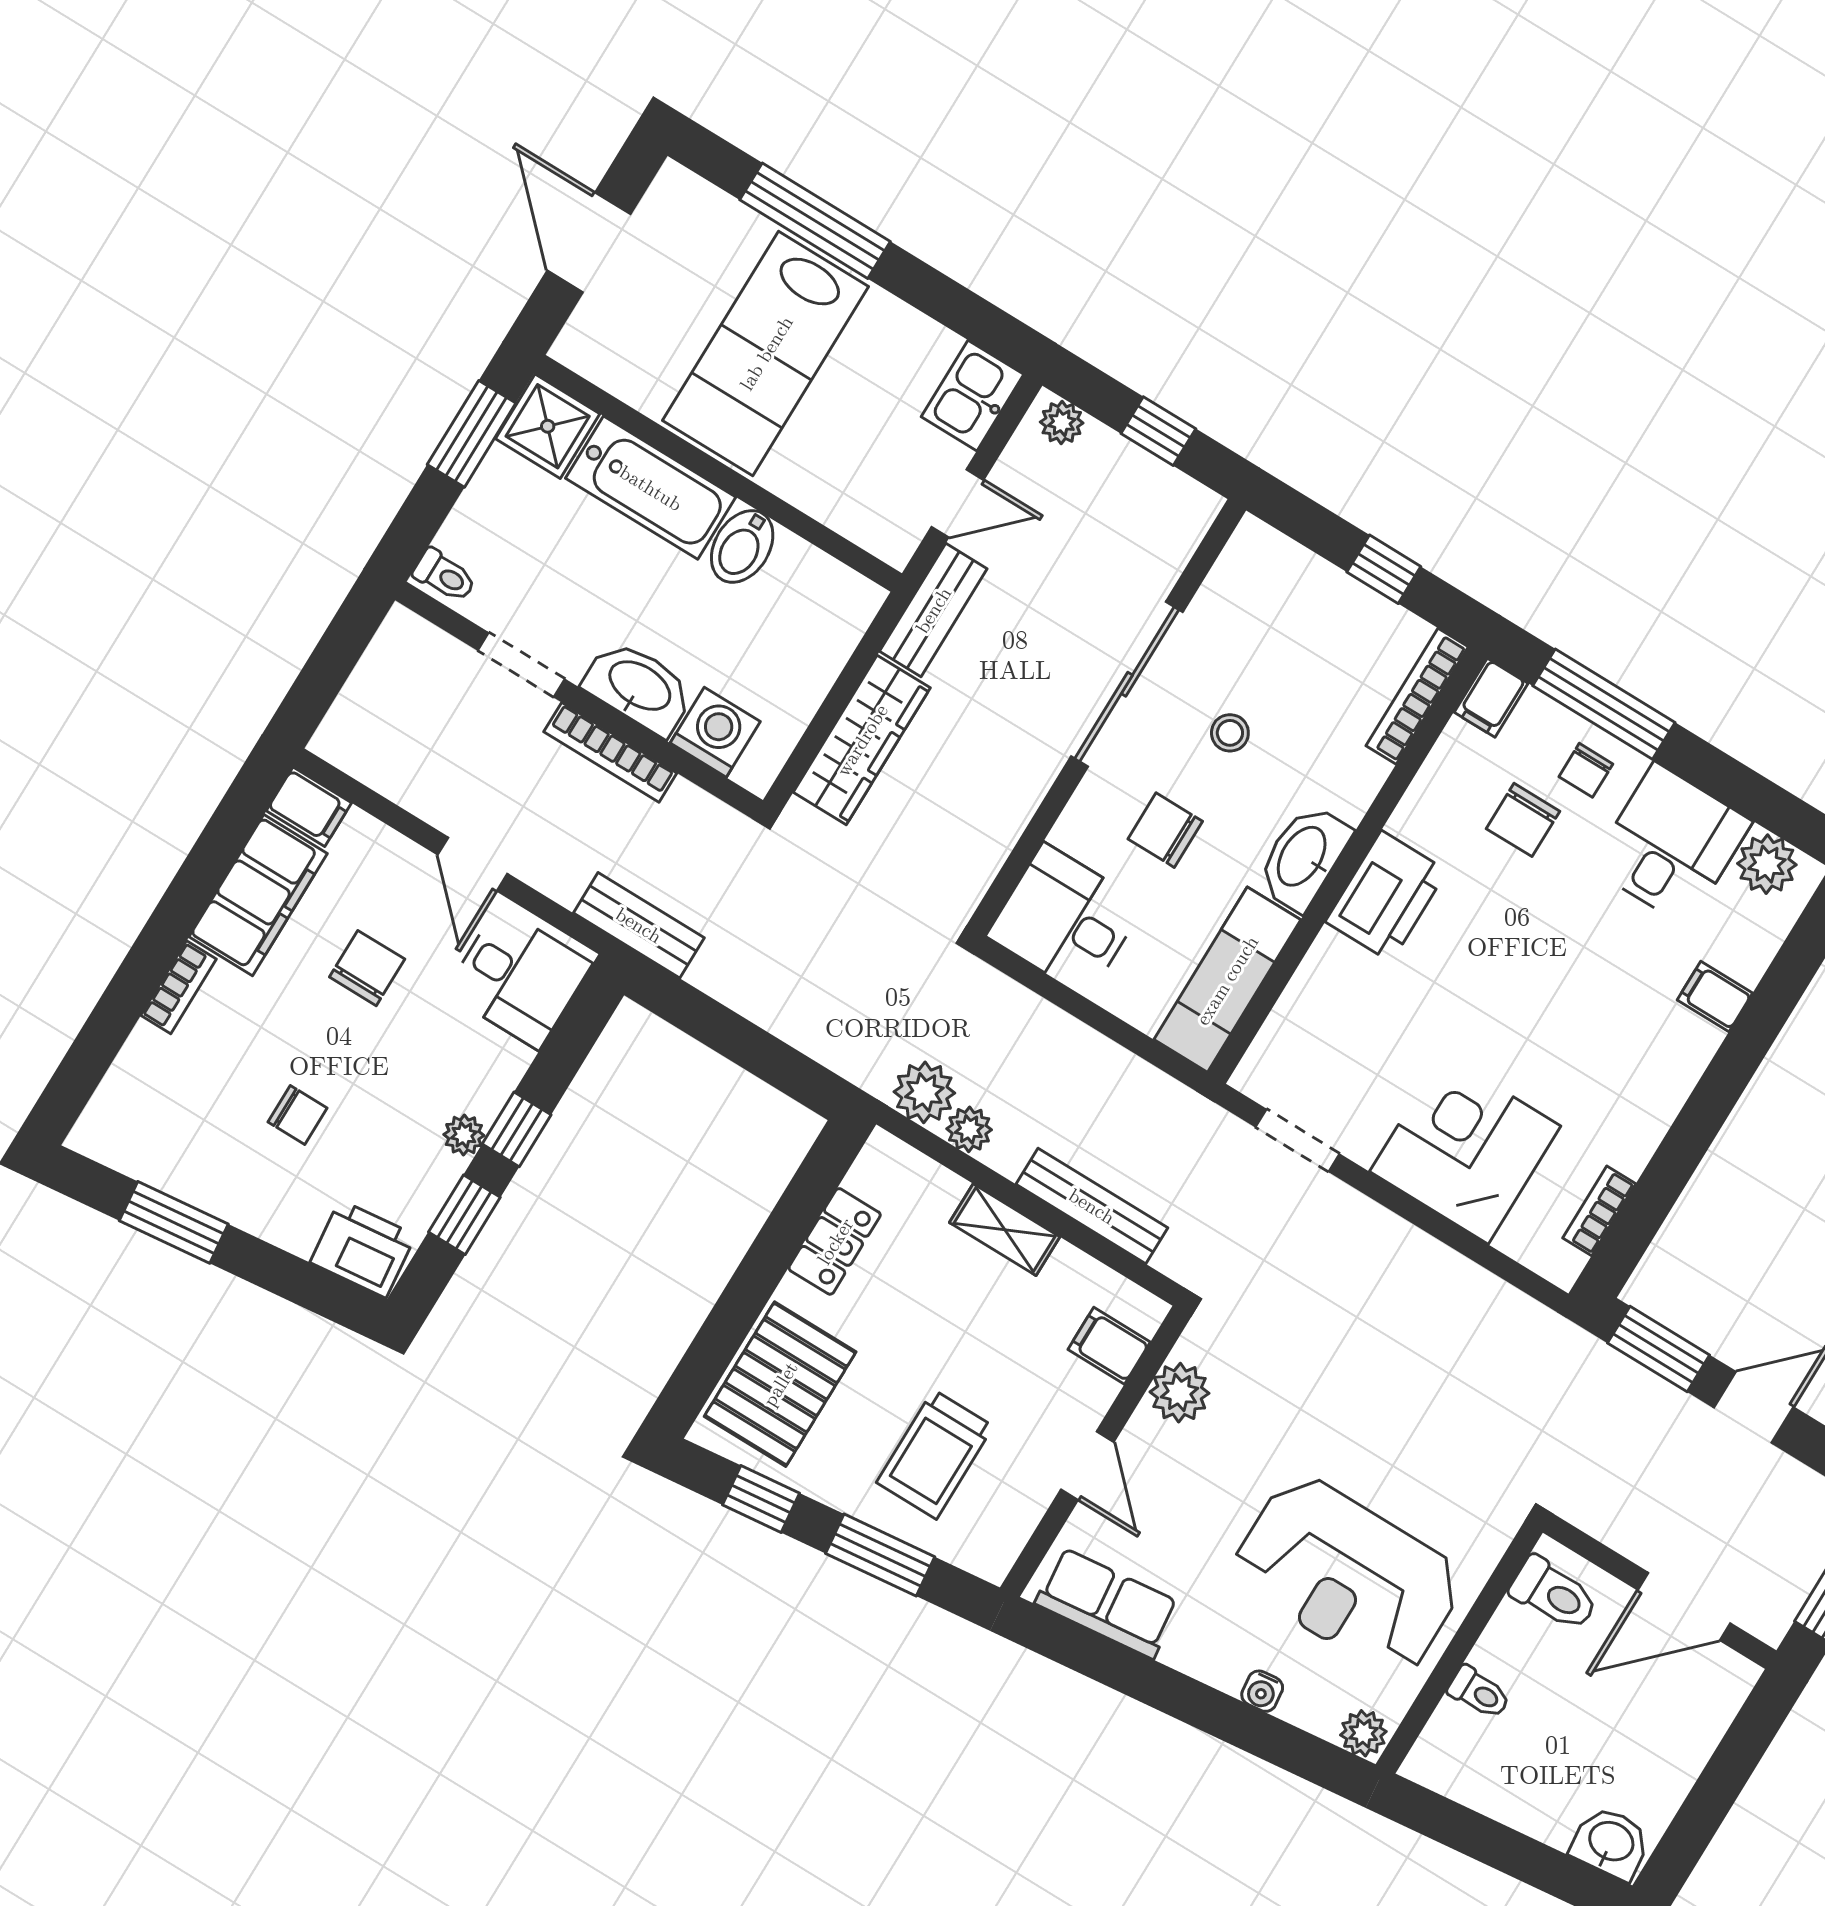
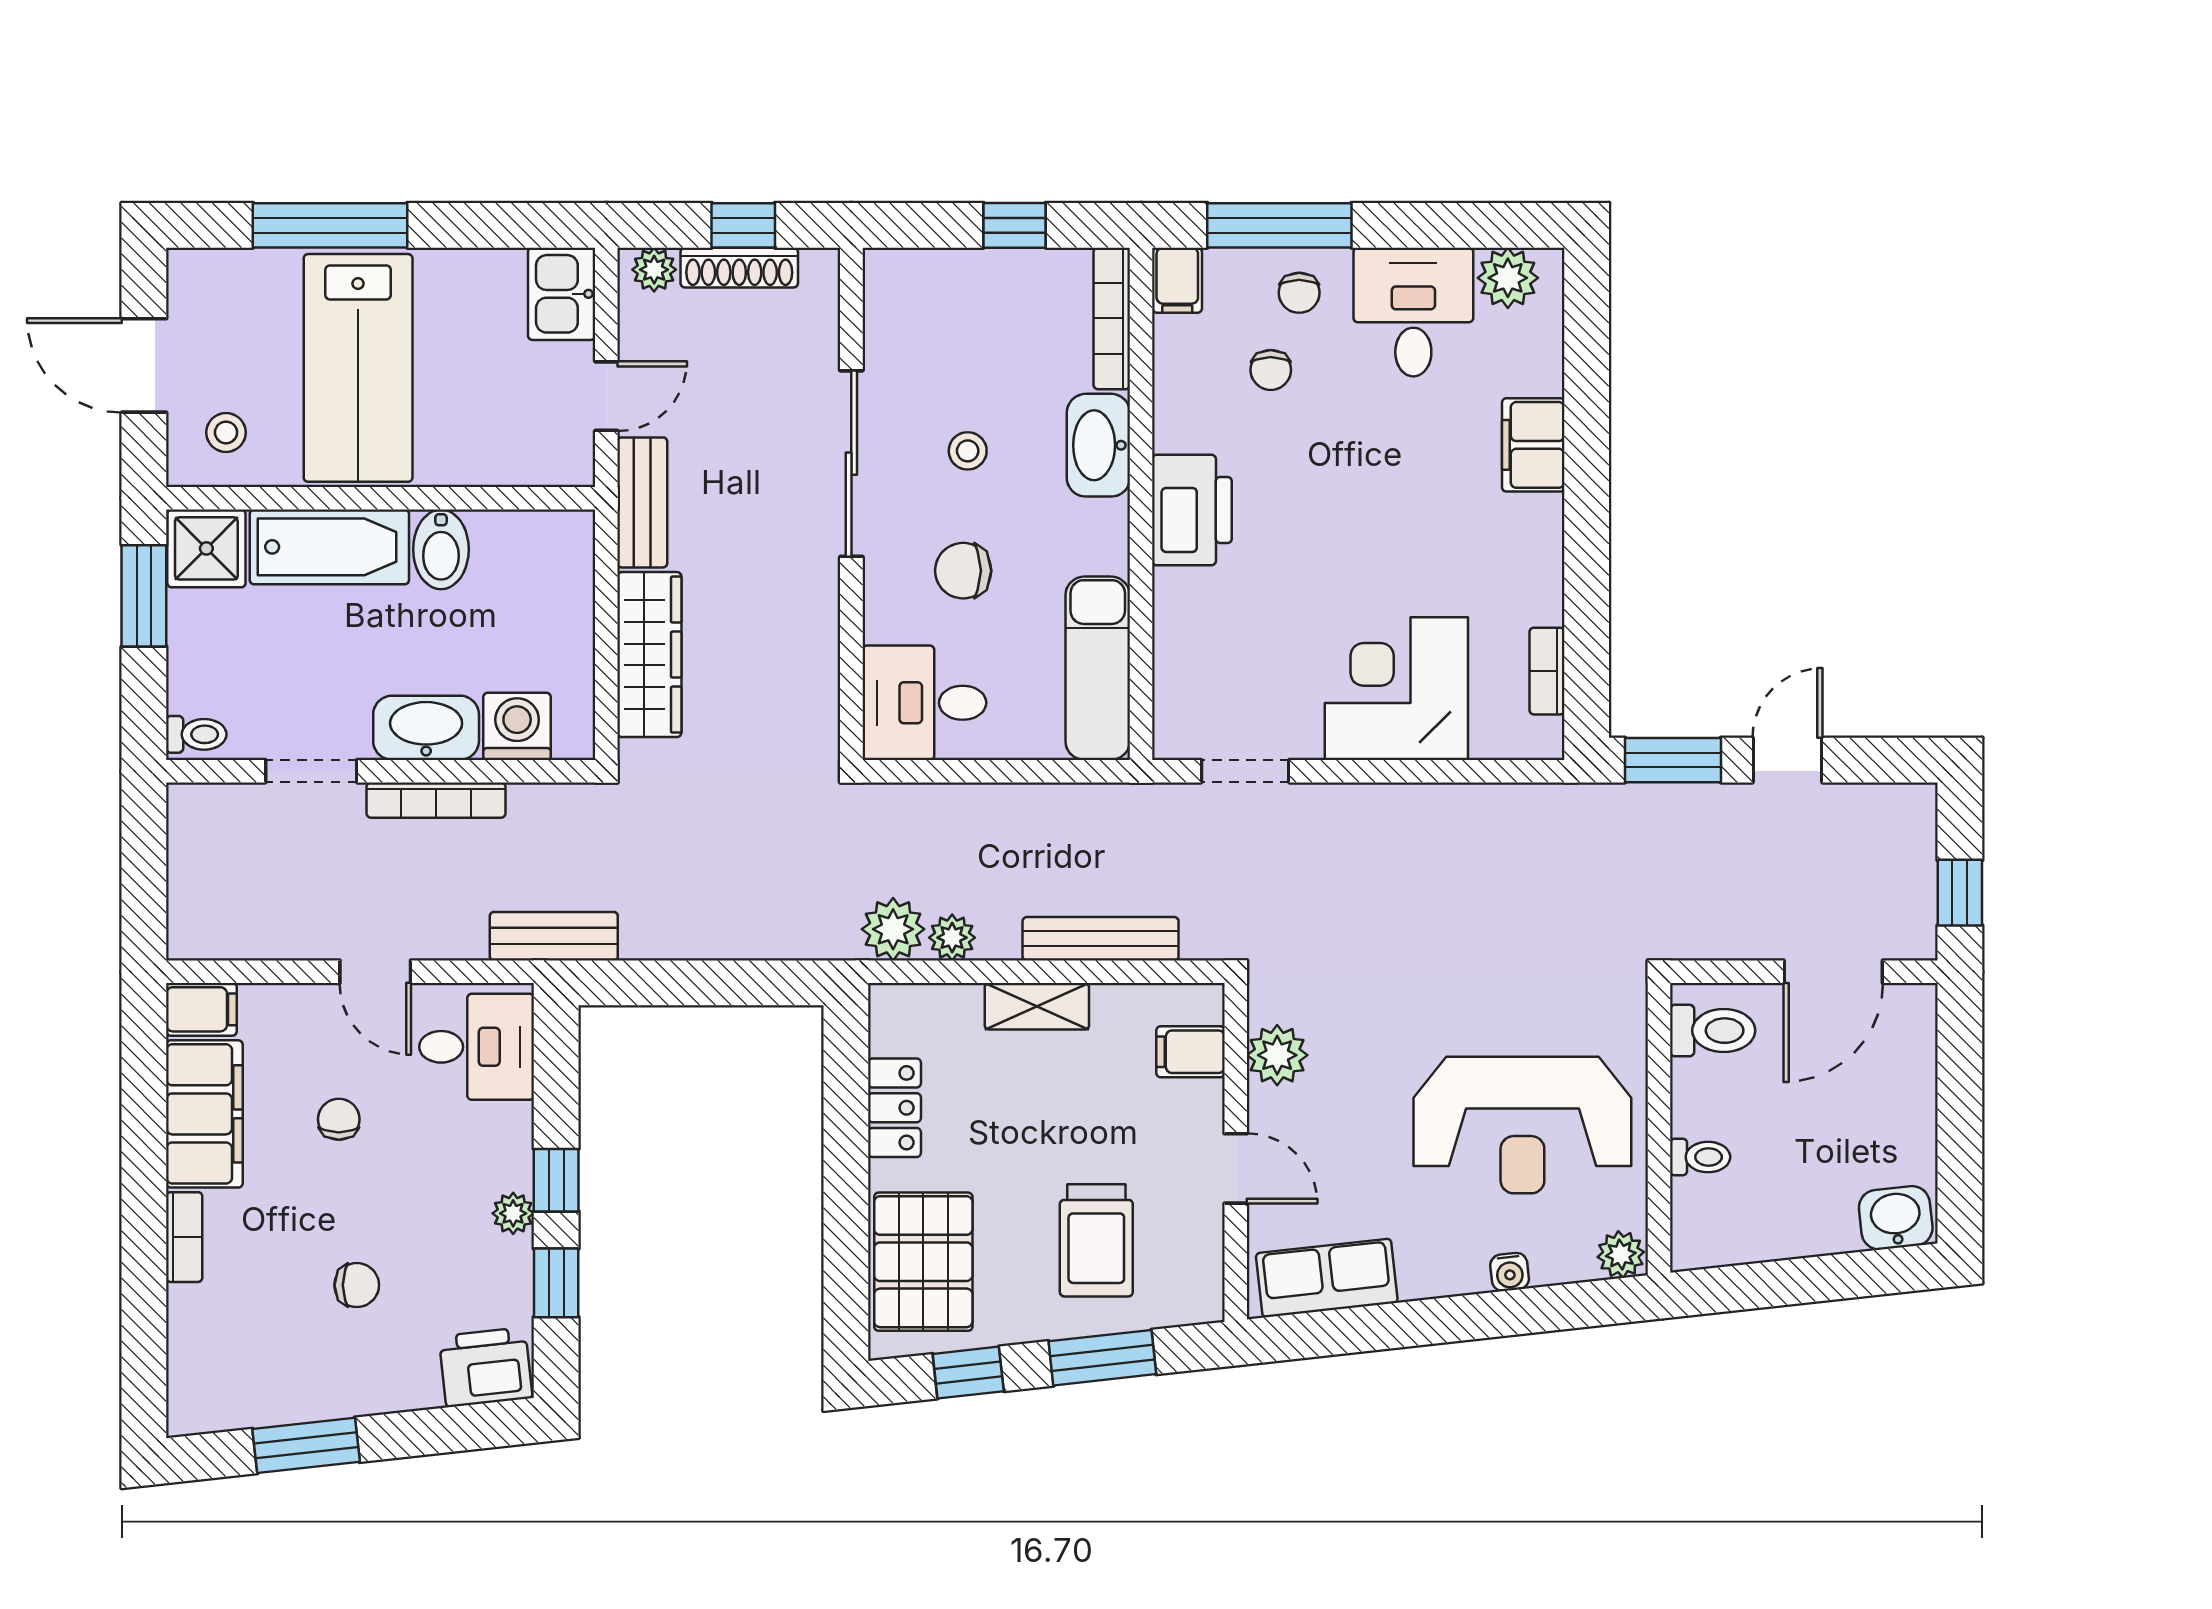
stool: (623, 340) -> (226, 432), added
shoe rack: (1133, 464) -> (739, 268), added
chair: (1523, 820) -> (1271, 370), width x0.73, depth x0.73
washbasin: (1303, 857) -> (1098, 445), moved
chair: (367, 968) -> (339, 1119), width x0.73, depth x0.73
filing cabinet: (1715, 996) -> (1533, 445), width x2.00

